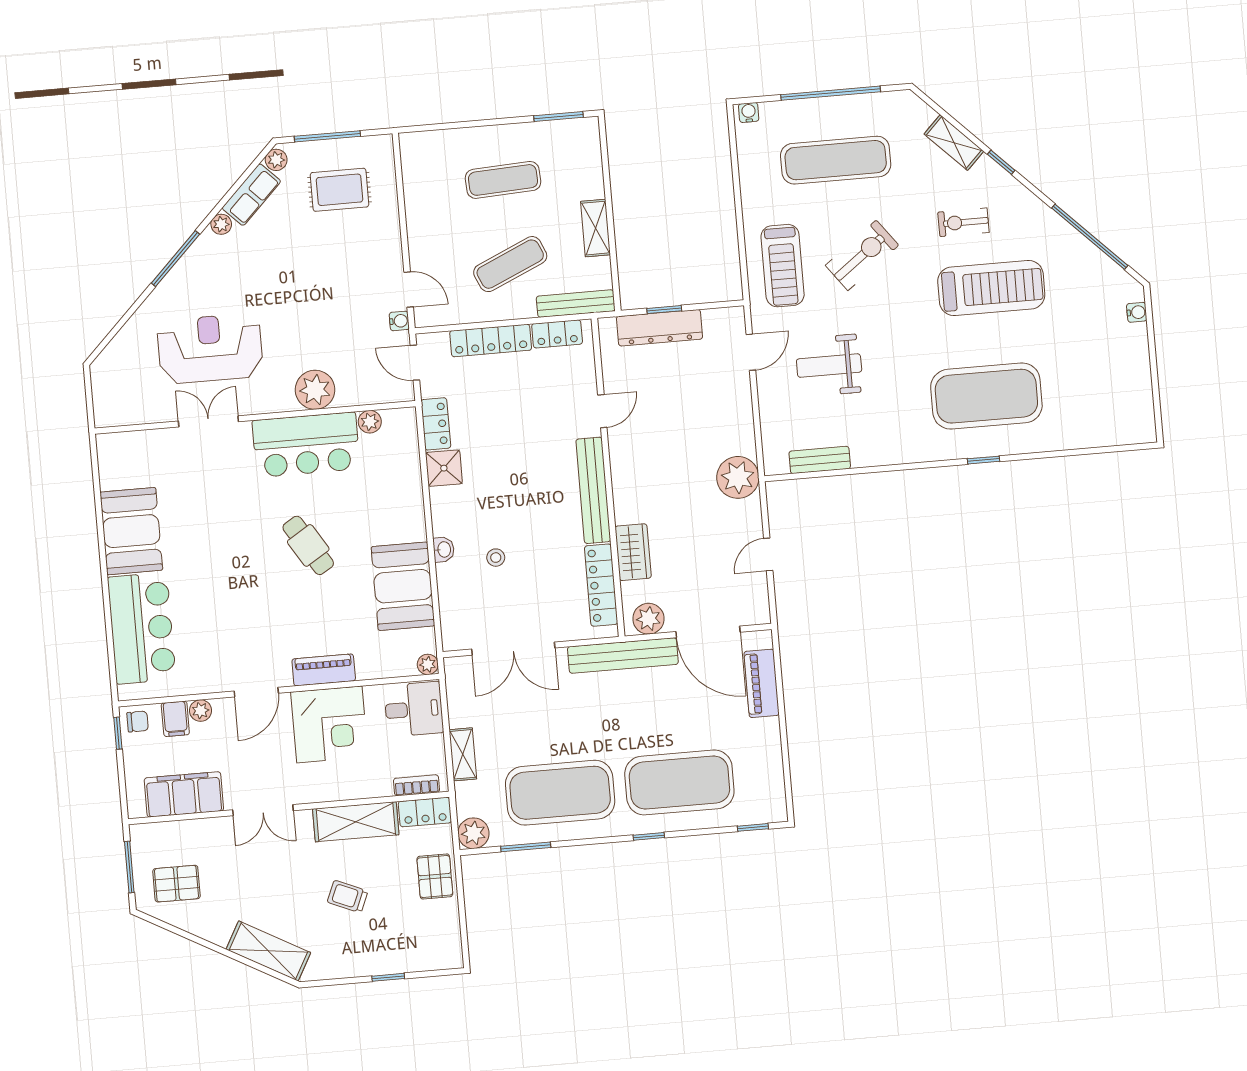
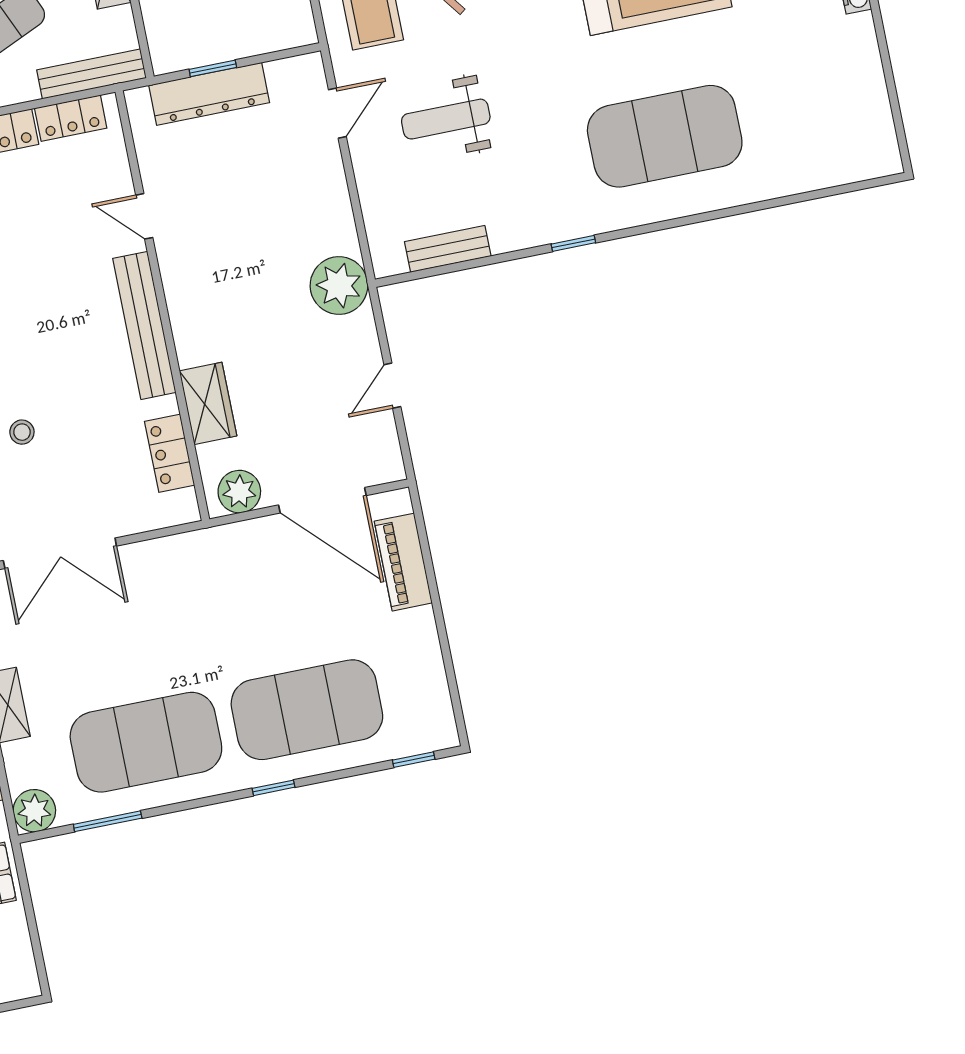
door: (602, 411) -> (144, 216), swing flipped
window: (984, 460) -> (573, 243), moved
locker: (601, 585) -> (170, 453), width x0.66
bench: (623, 655) -> (210, 546), removed

